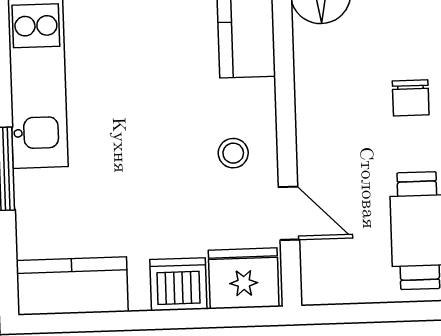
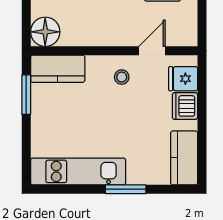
fridge: (244, 278) -> (183, 79), width x0.72

